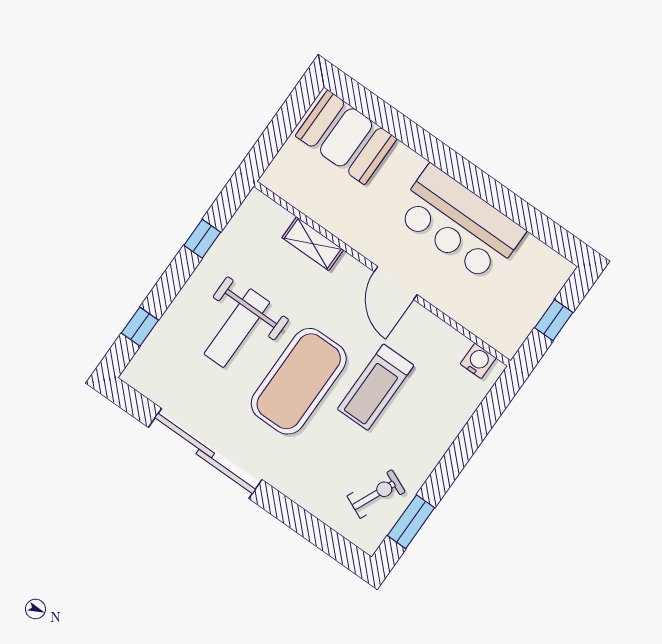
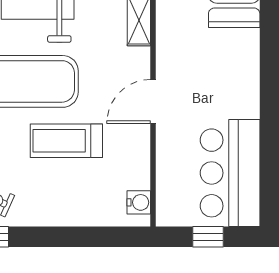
bar counter: (460, 223) -> (230, 173), moved

